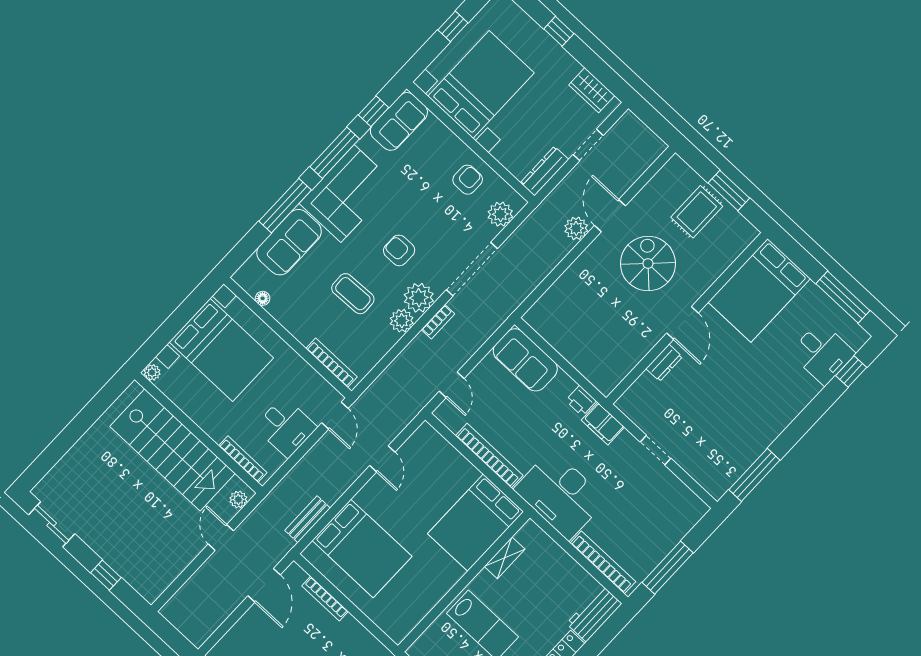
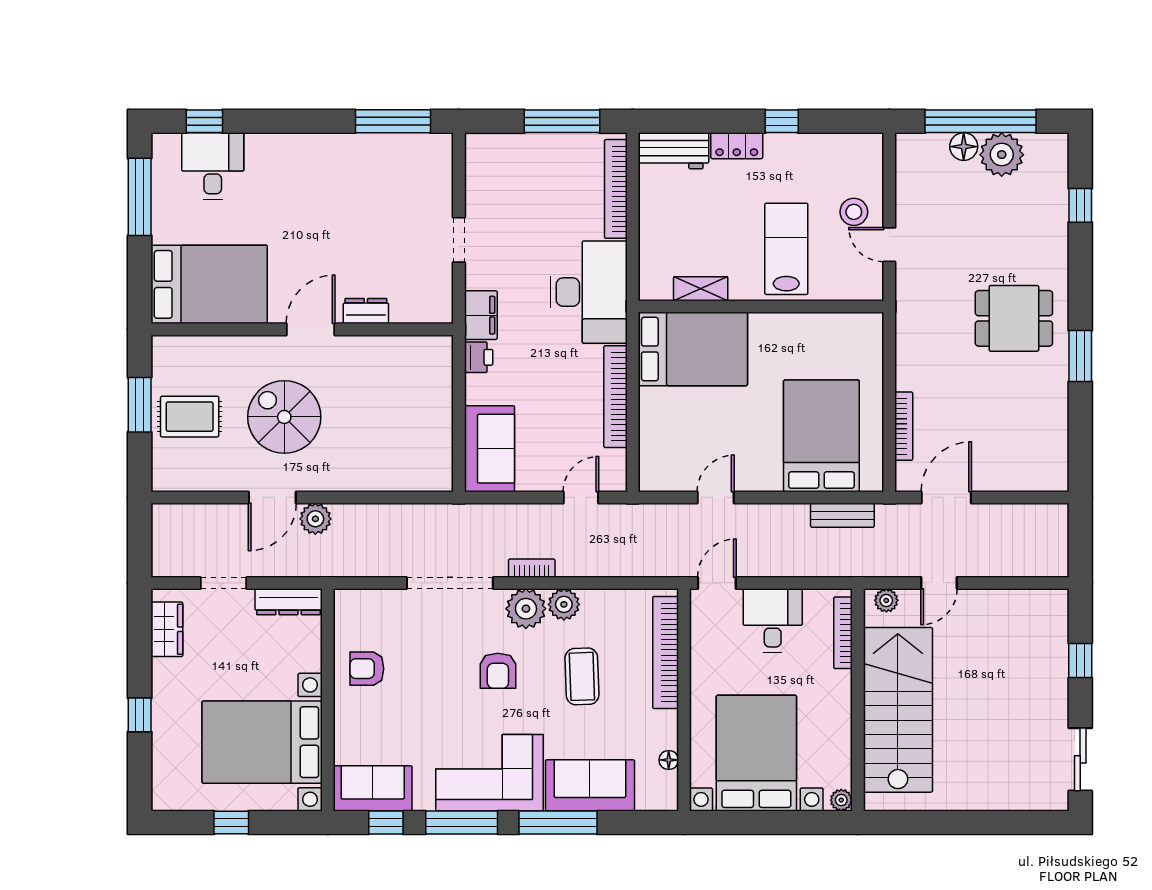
plant: (500, 214) -> (371, 605), removed
spiral stairs: (648, 264) -> (284, 417), turned 90
bookcase: (332, 363) -> (666, 653), width x1.48, depth x1.31

